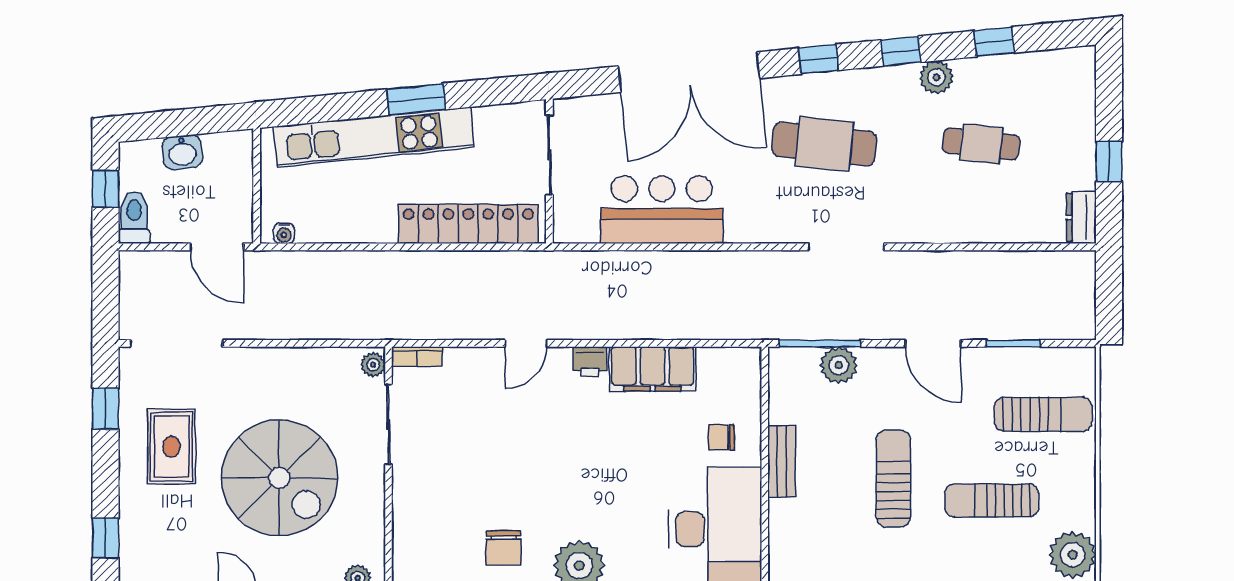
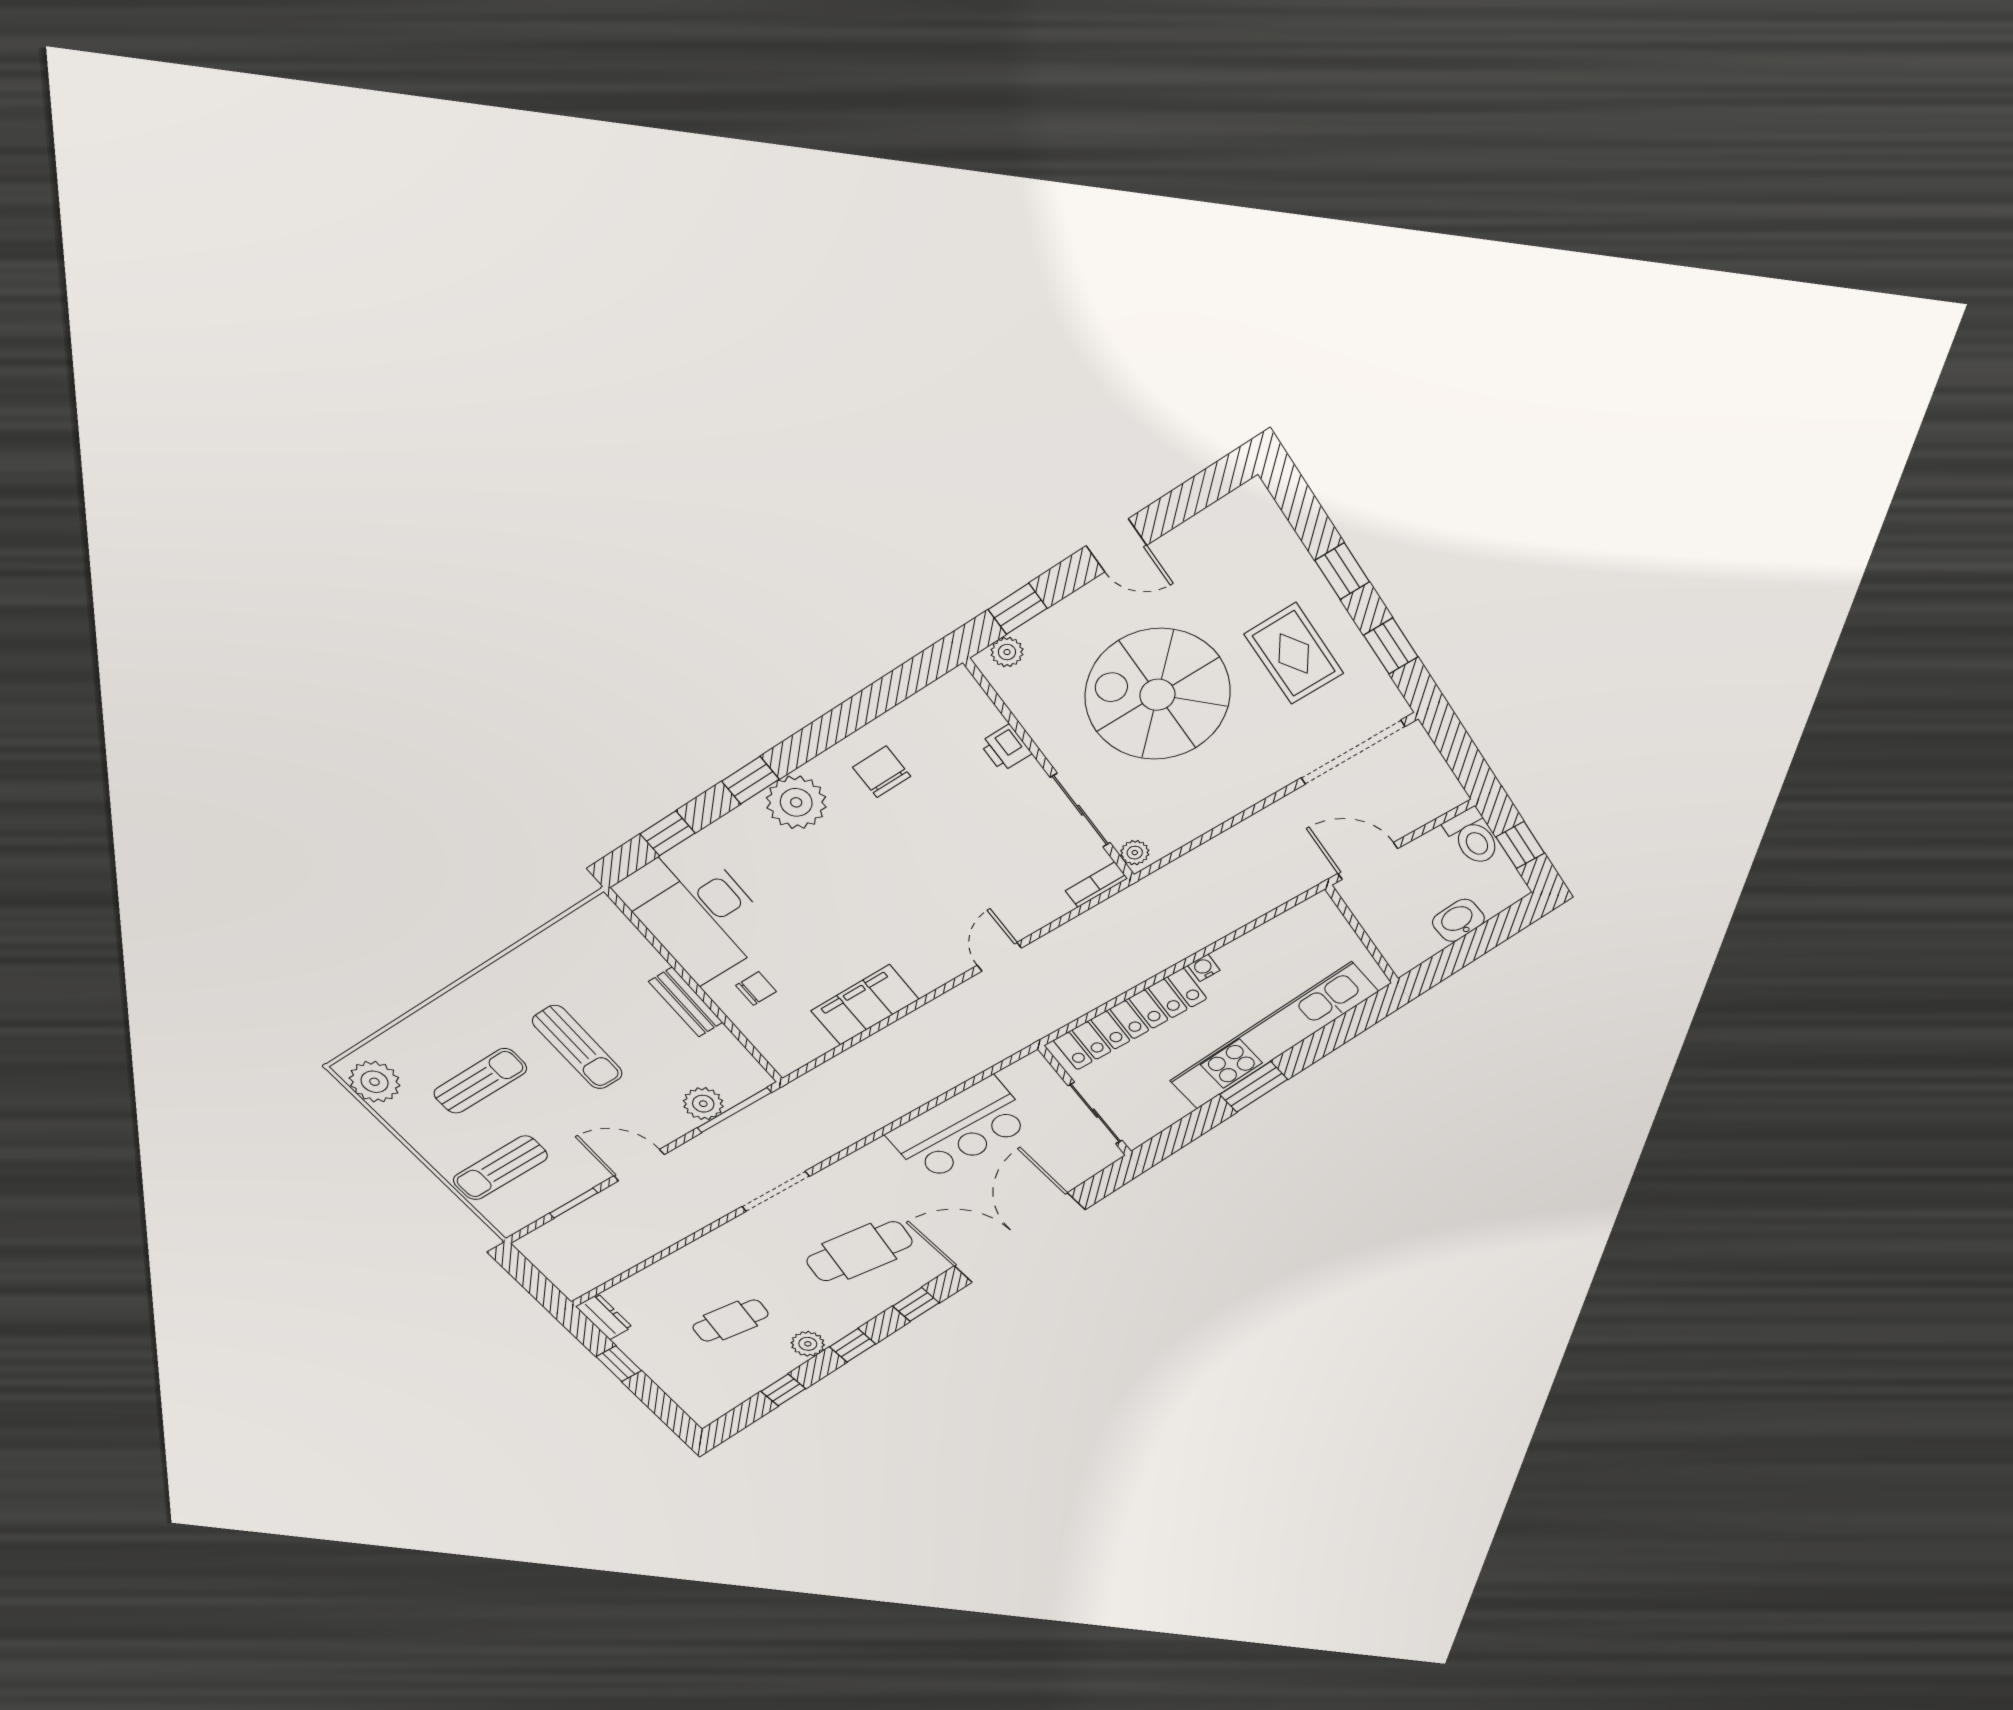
water cooler: (284, 233) -> (1204, 968), moved
printer: (590, 362) -> (1006, 748), moved, turned -90
window: (105, 538) -> (1342, 571), moved

